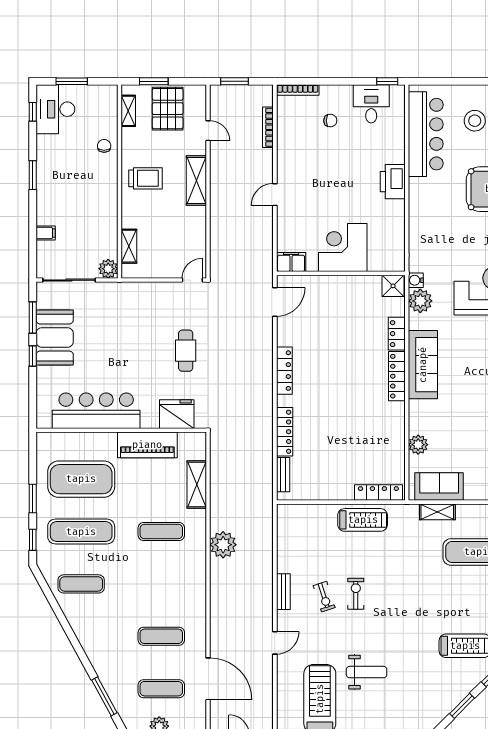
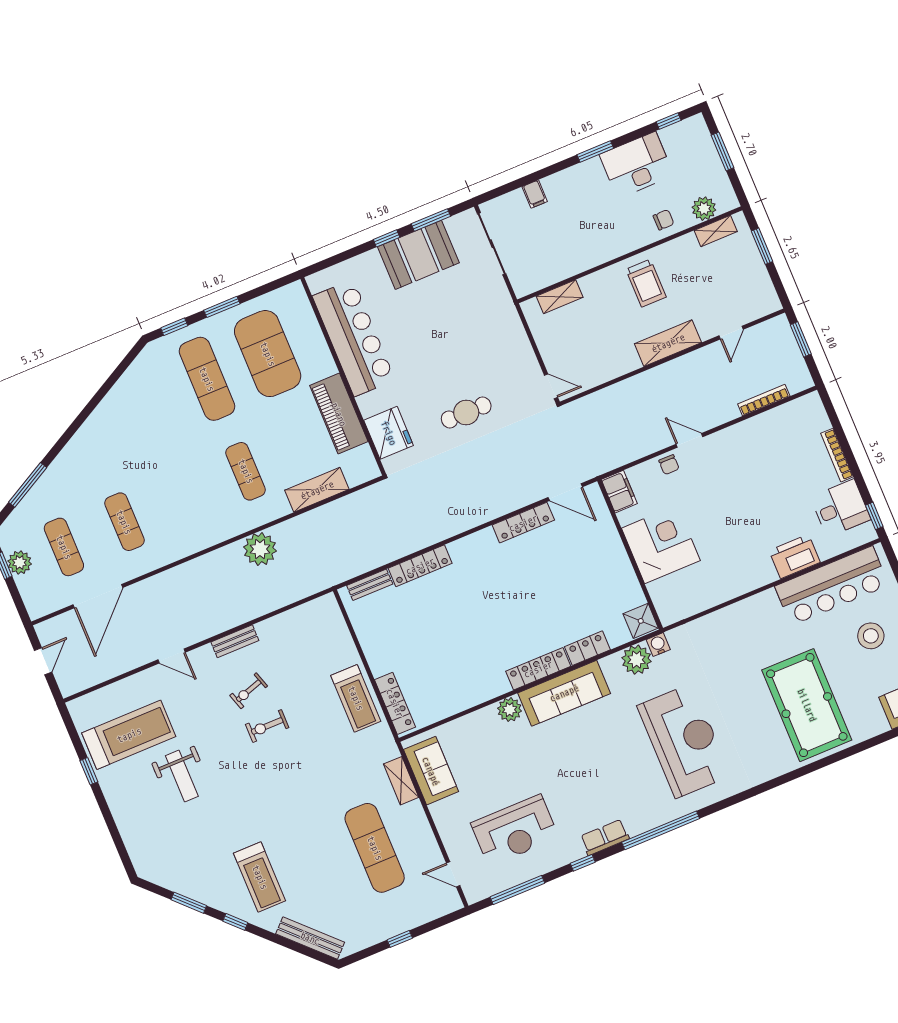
bookcase: (298, 90) -> (837, 455), moved
desk: (55, 109) -> (637, 165), moved
pallet: (168, 109) -> (737, 275), removed
chair: (330, 121) -> (669, 465), moved
printer: (393, 182) -> (795, 556), moved
plant: (108, 269) -> (704, 209), moved
locker: (284, 371) -> (523, 523), moved
plant: (418, 445) -> (510, 710), moved
exercise mat: (81, 584) -> (146, 404), removed
exercise bike: (356, 594) -> (267, 726), turned 180

